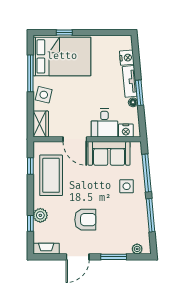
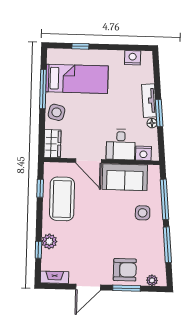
bed: (62, 56) -> (77, 79), width x0.67
nightstand: (127, 58) -> (133, 58), moved, turned -85
armchair: (85, 220) -> (125, 270), moved

